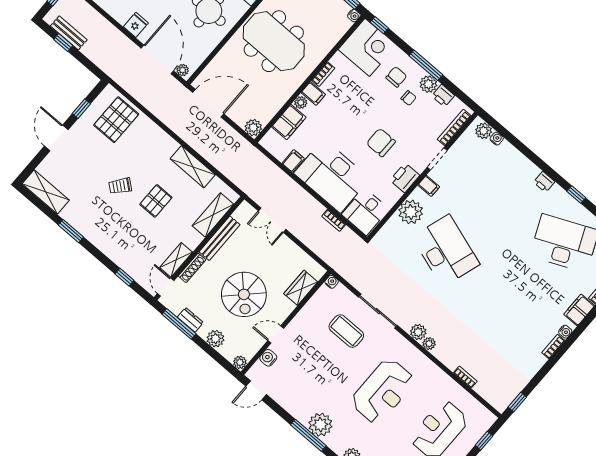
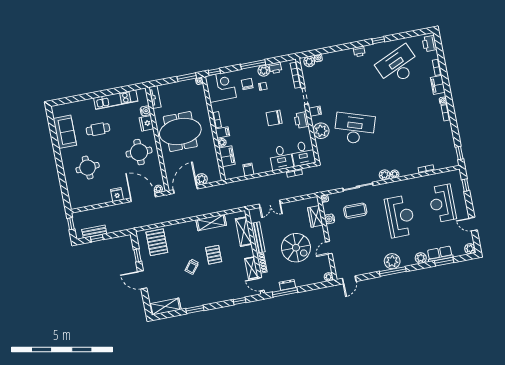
plant: (253, 128) -> (202, 179), moved
desk: (332, 176) -> (281, 158), width x0.53, depth x0.77
plant: (215, 339) -> (307, 280), removed
water cooler: (268, 358) -> (330, 219), moved

